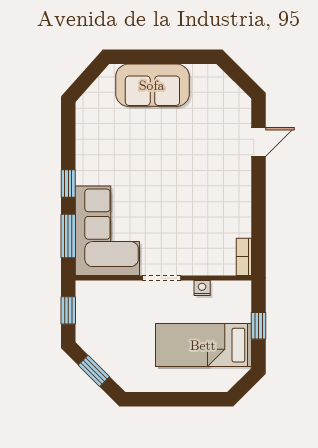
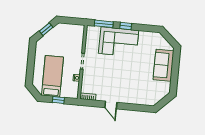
door: (258, 142) -> (111, 105), moved
corner sofa: (107, 231) -> (119, 42), moved
window: (68, 310) -> (72, 21), removed

